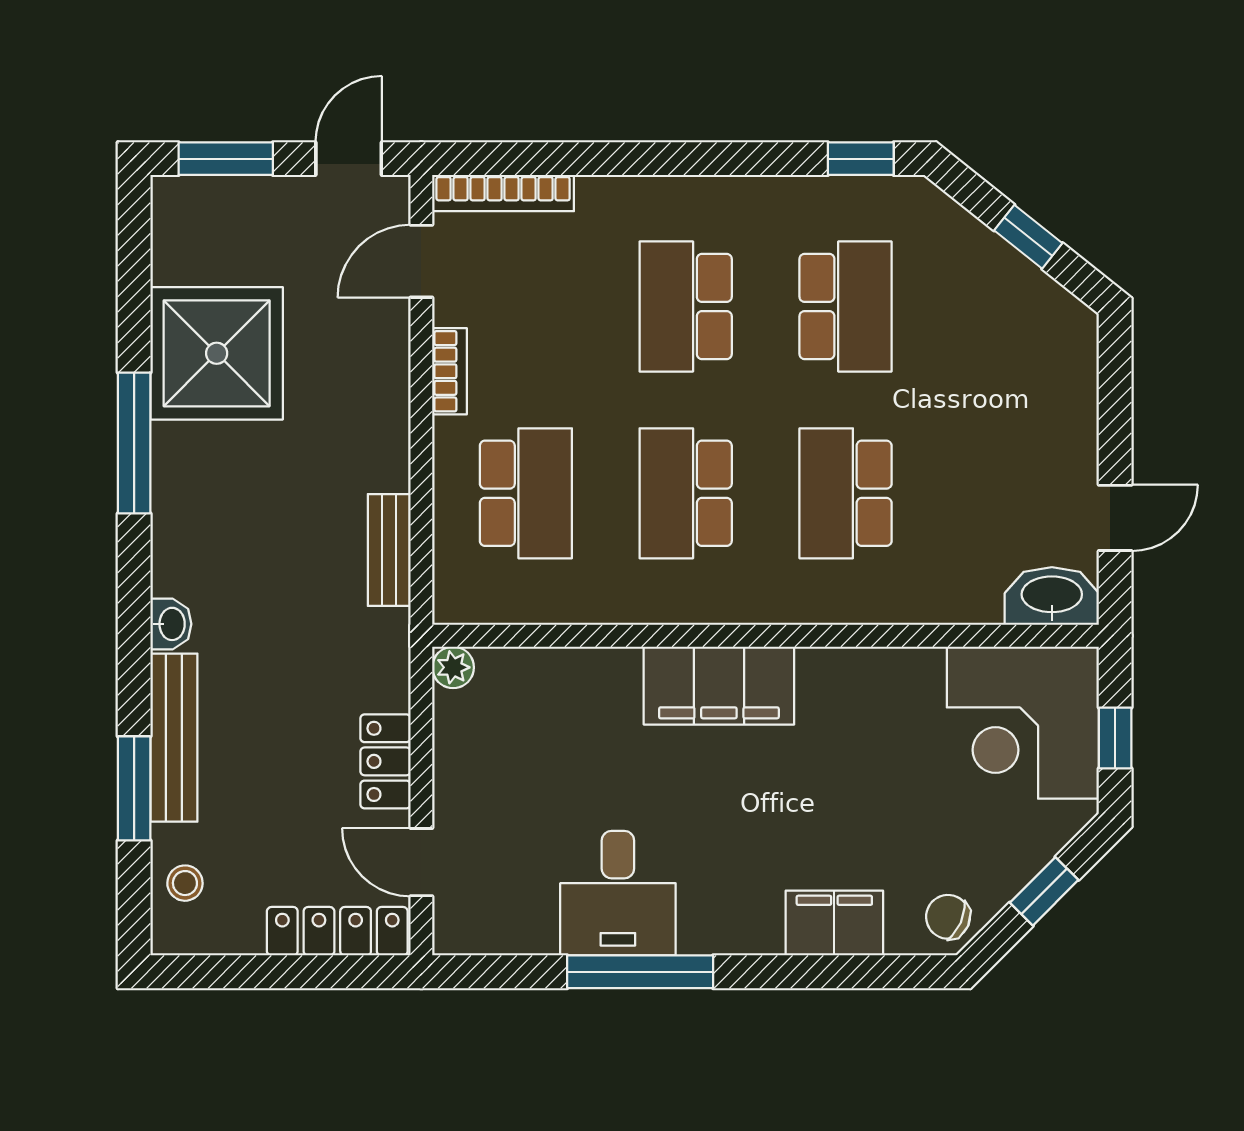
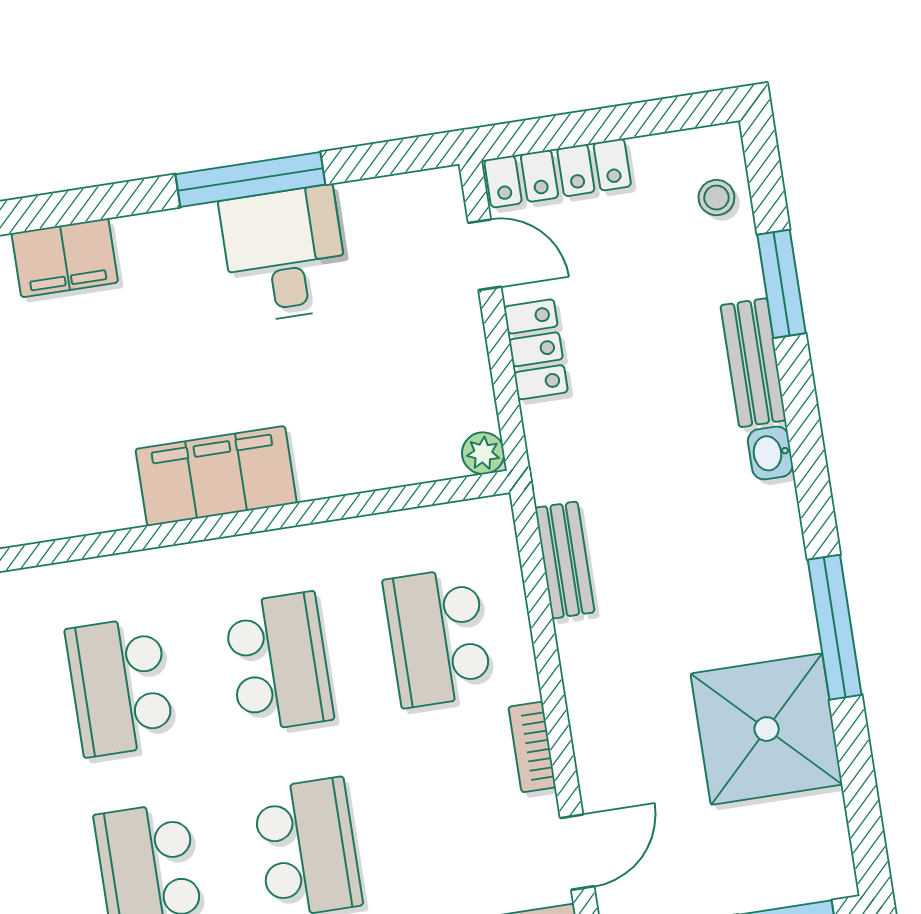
school desk: (846, 493) -> (120, 687), turned 180
bench: (174, 738) -> (753, 363), width x0.73

